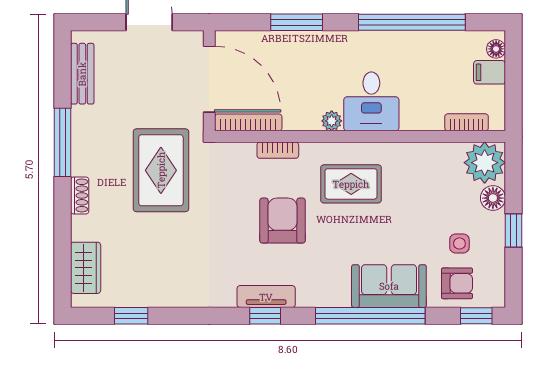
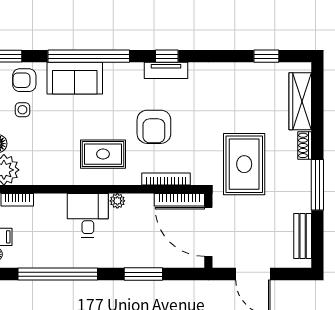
bookcase: (278, 150) -> (166, 179), width x1.56
wardrobe: (86, 268) -> (300, 101), width x1.50

